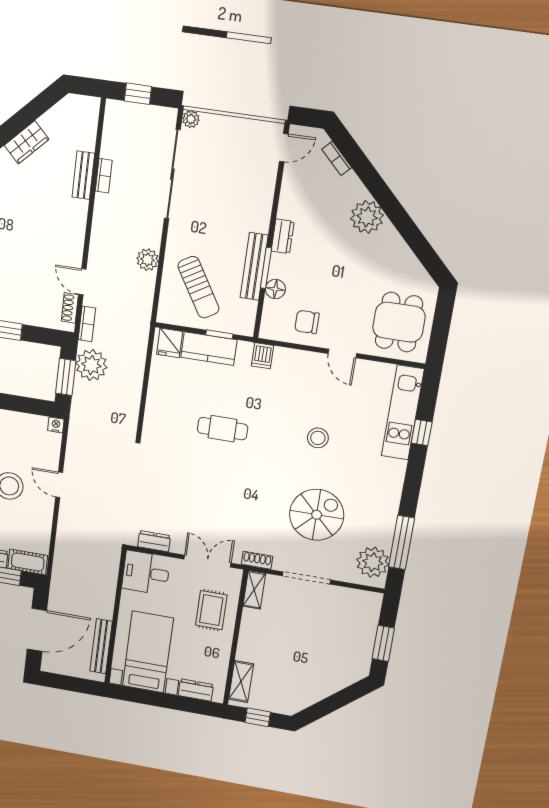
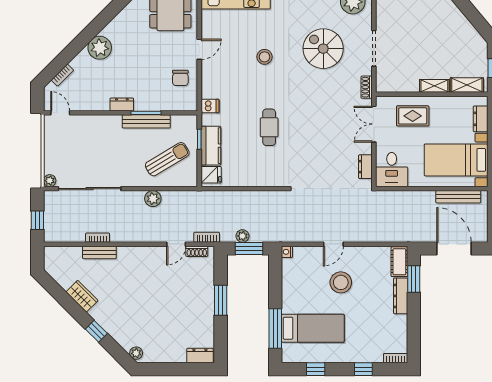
floor lamp: (275, 289) -> (160, 104), removed
plant: (91, 365) -> (242, 236), width x0.53, depth x0.53
shelving: (254, 590) -> (434, 86), moved

